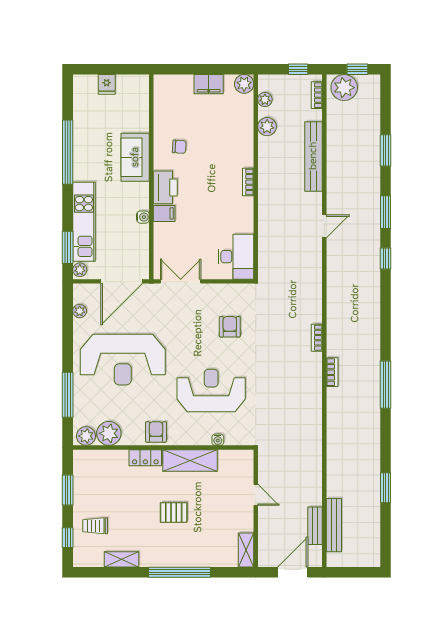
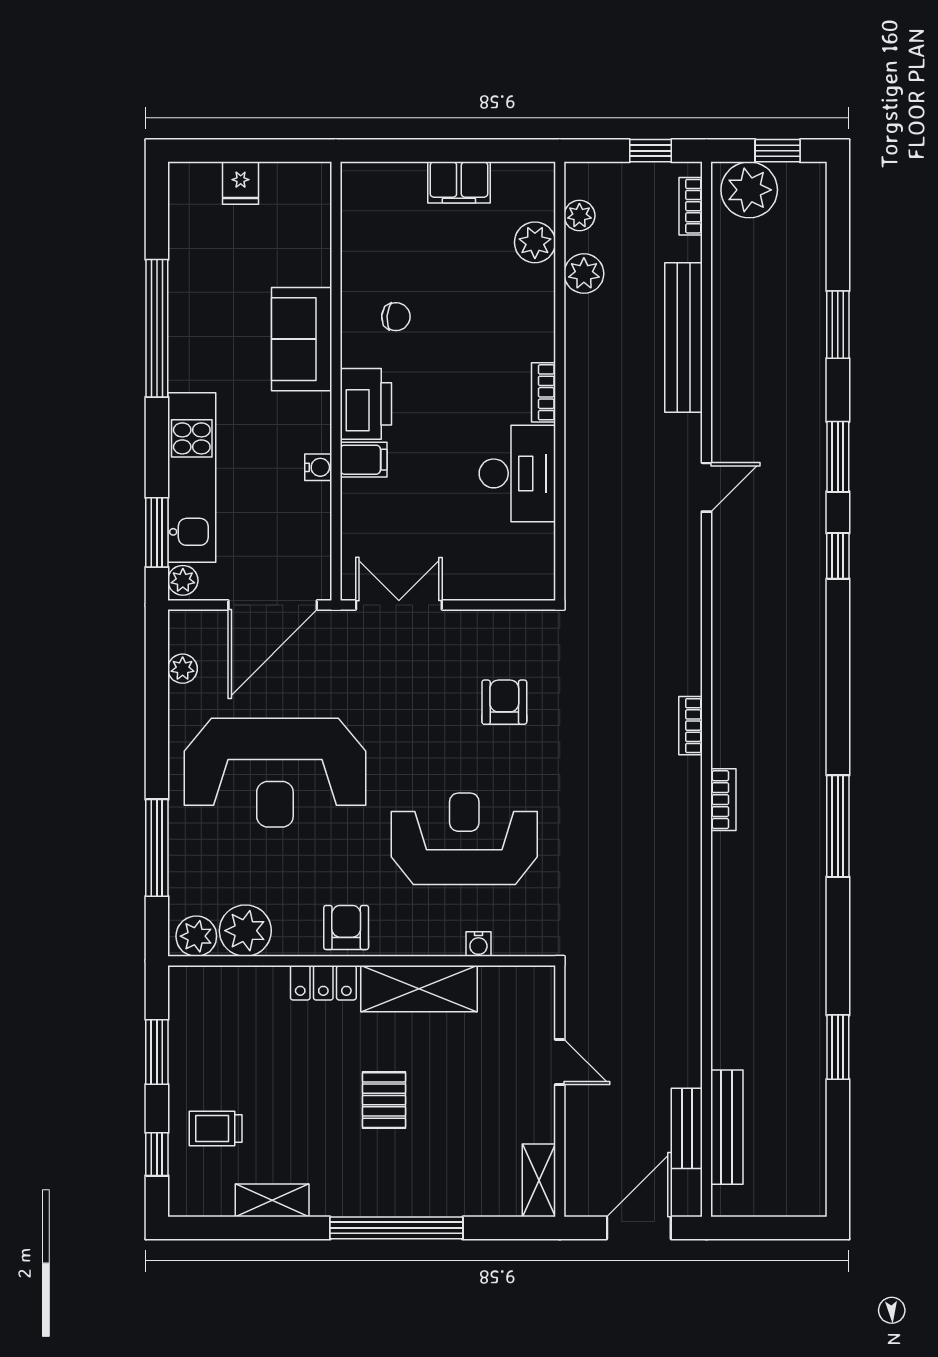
plant: (244, 84) -> (535, 242), moved
desk: (236, 257) -> (517, 473), moved
pallet: (174, 512) -> (384, 1100), turned 90

